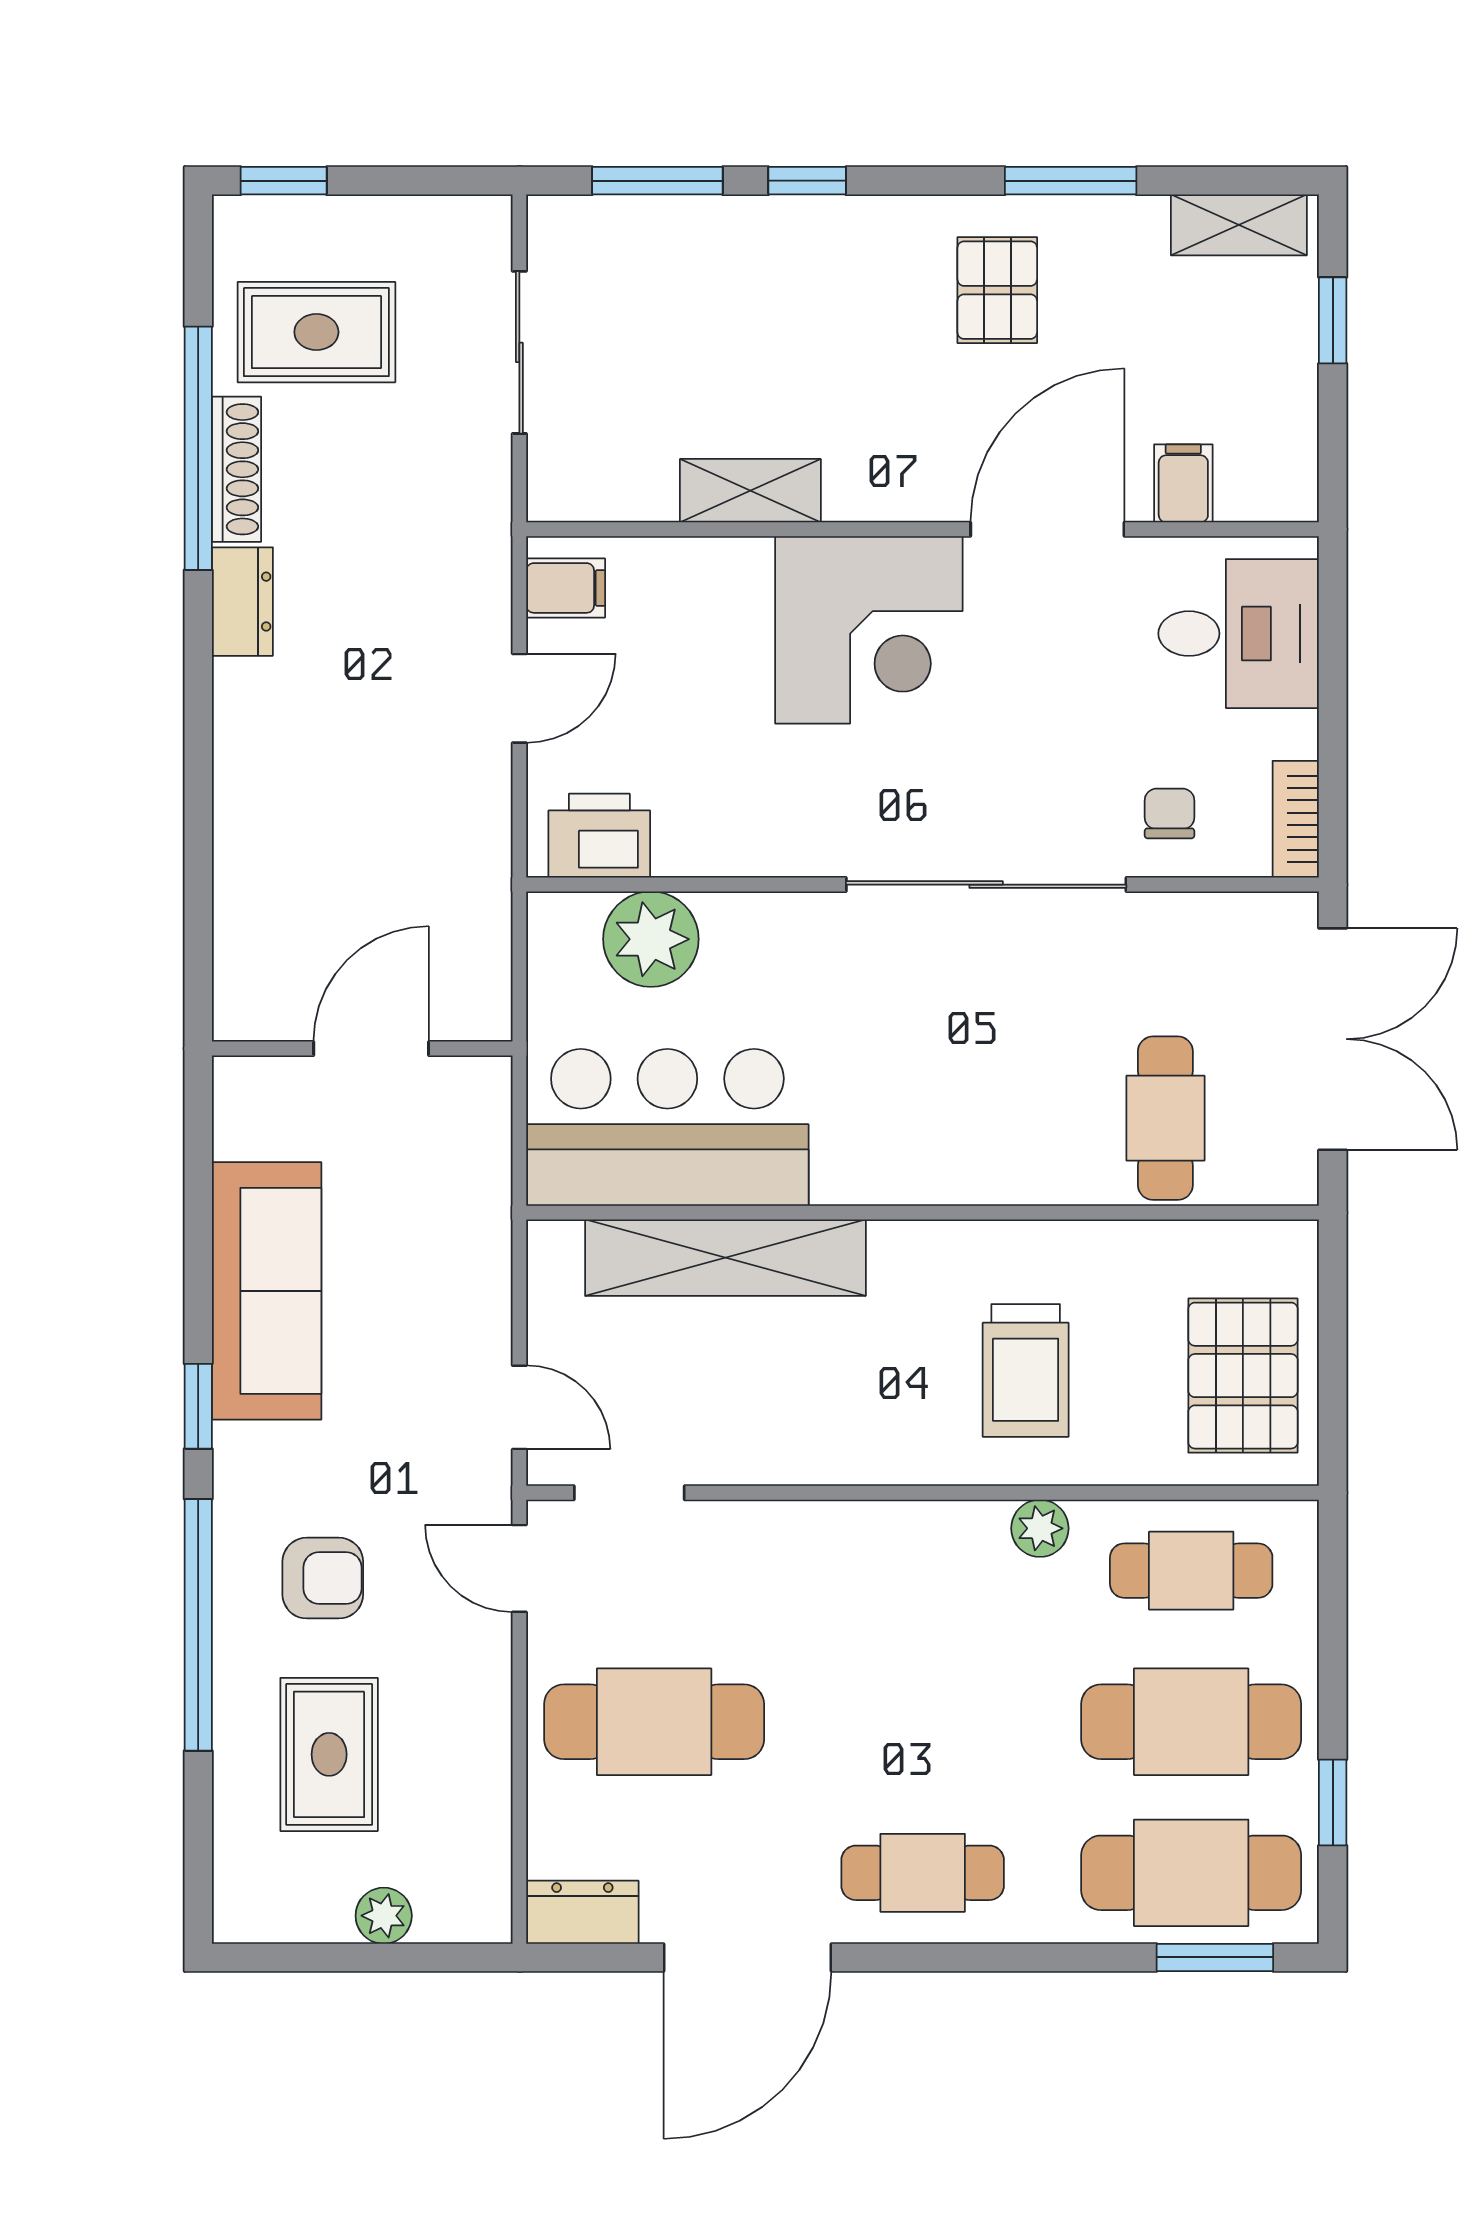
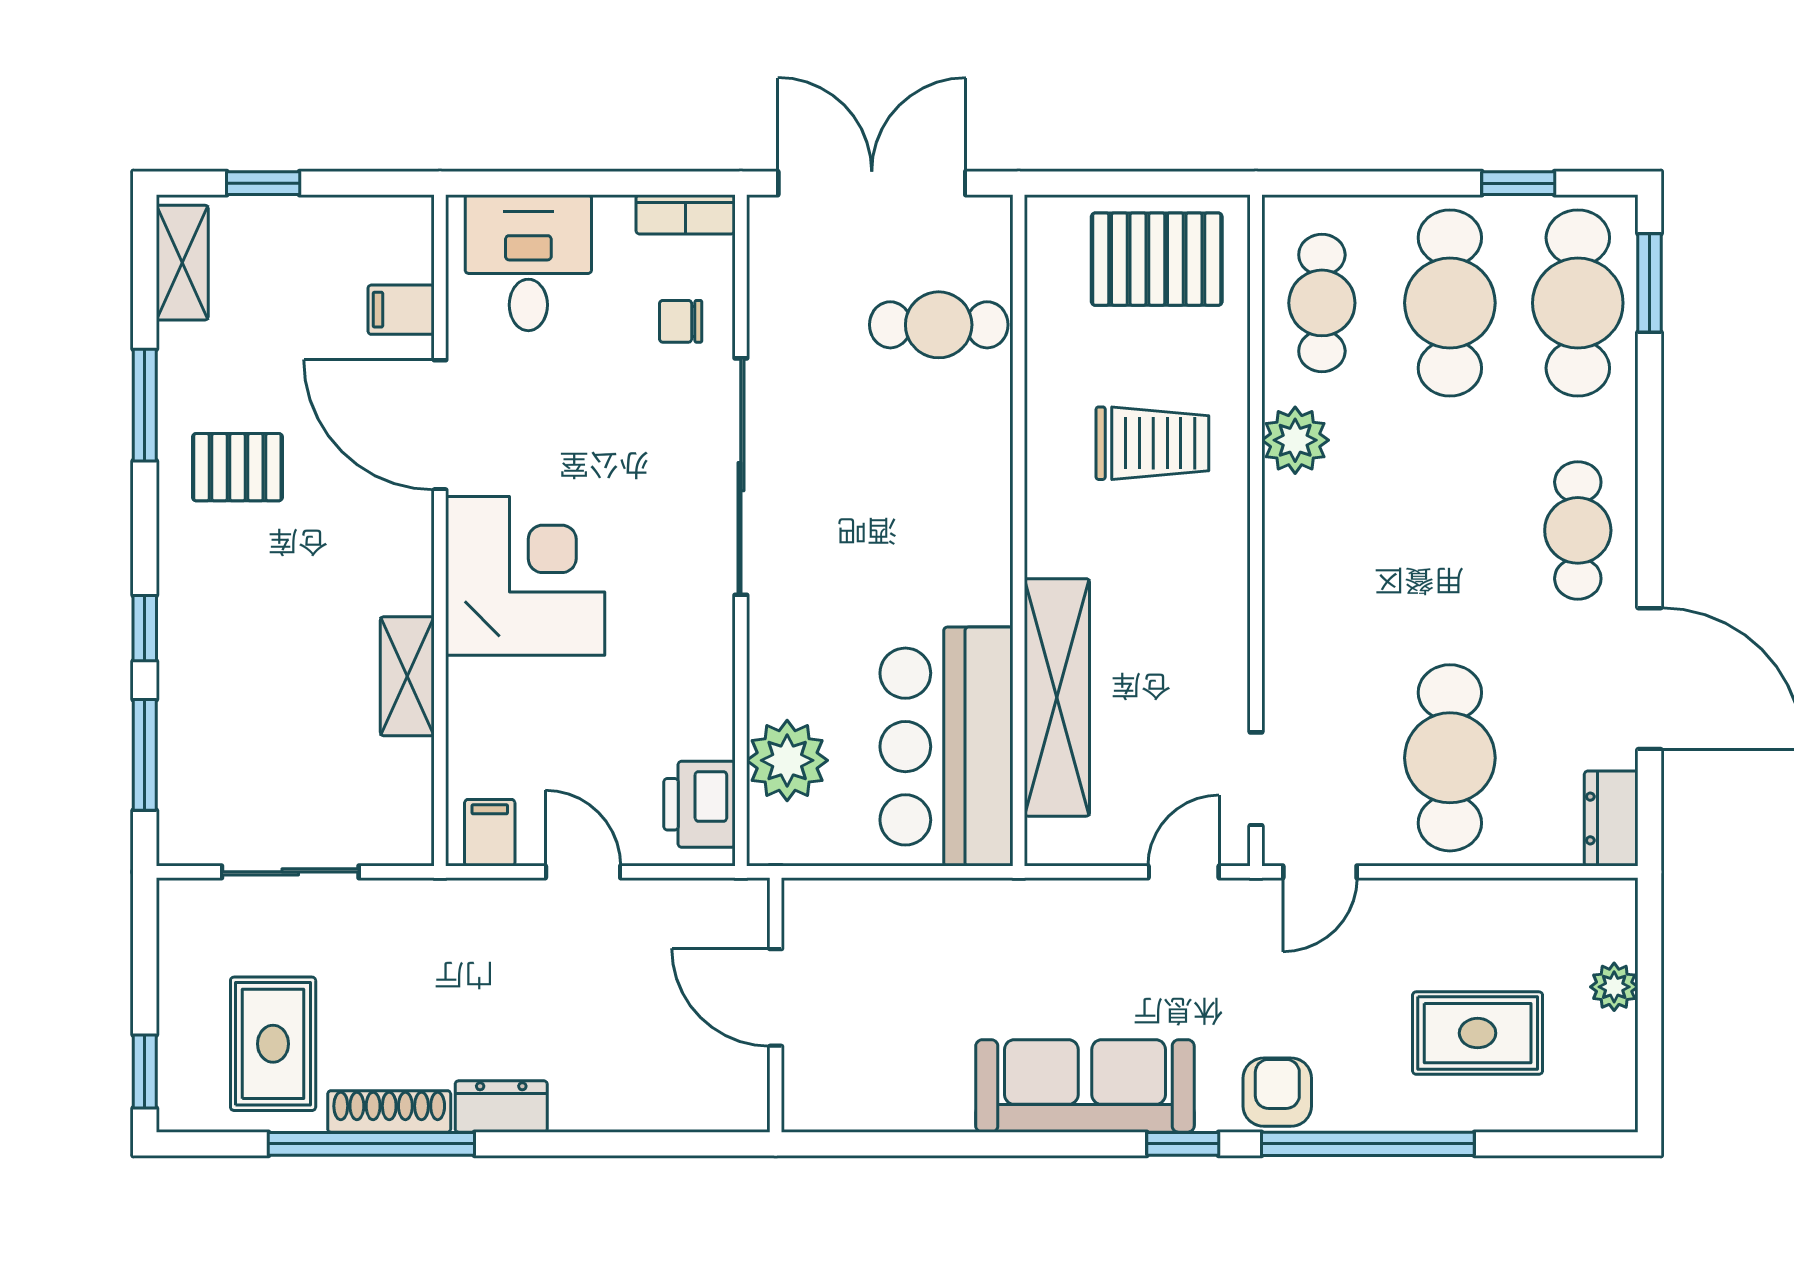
wall: (362, 1049) -> (776, 1005), moved
door: (371, 1049) -> (776, 997), moved
plant: (1040, 1528) -> (1295, 440), width x1.38, depth x1.38
armchair: (323, 1578) -> (1277, 1092), moved

